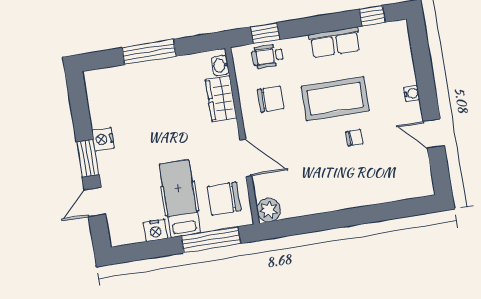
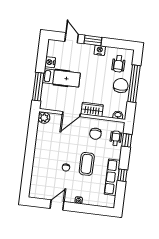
window: (372, 16) -> (122, 175), moved
row of seats: (335, 42) -> (112, 177), width x1.48
window: (149, 52) -> (134, 84), width x1.46
wheelchair: (119, 94) -> (118, 64), added
wardrobe: (221, 99) -> (92, 109), moved
coffee table: (335, 99) -> (87, 164), width x0.73, depth x0.76
chair: (224, 199) -> (121, 86), moved

